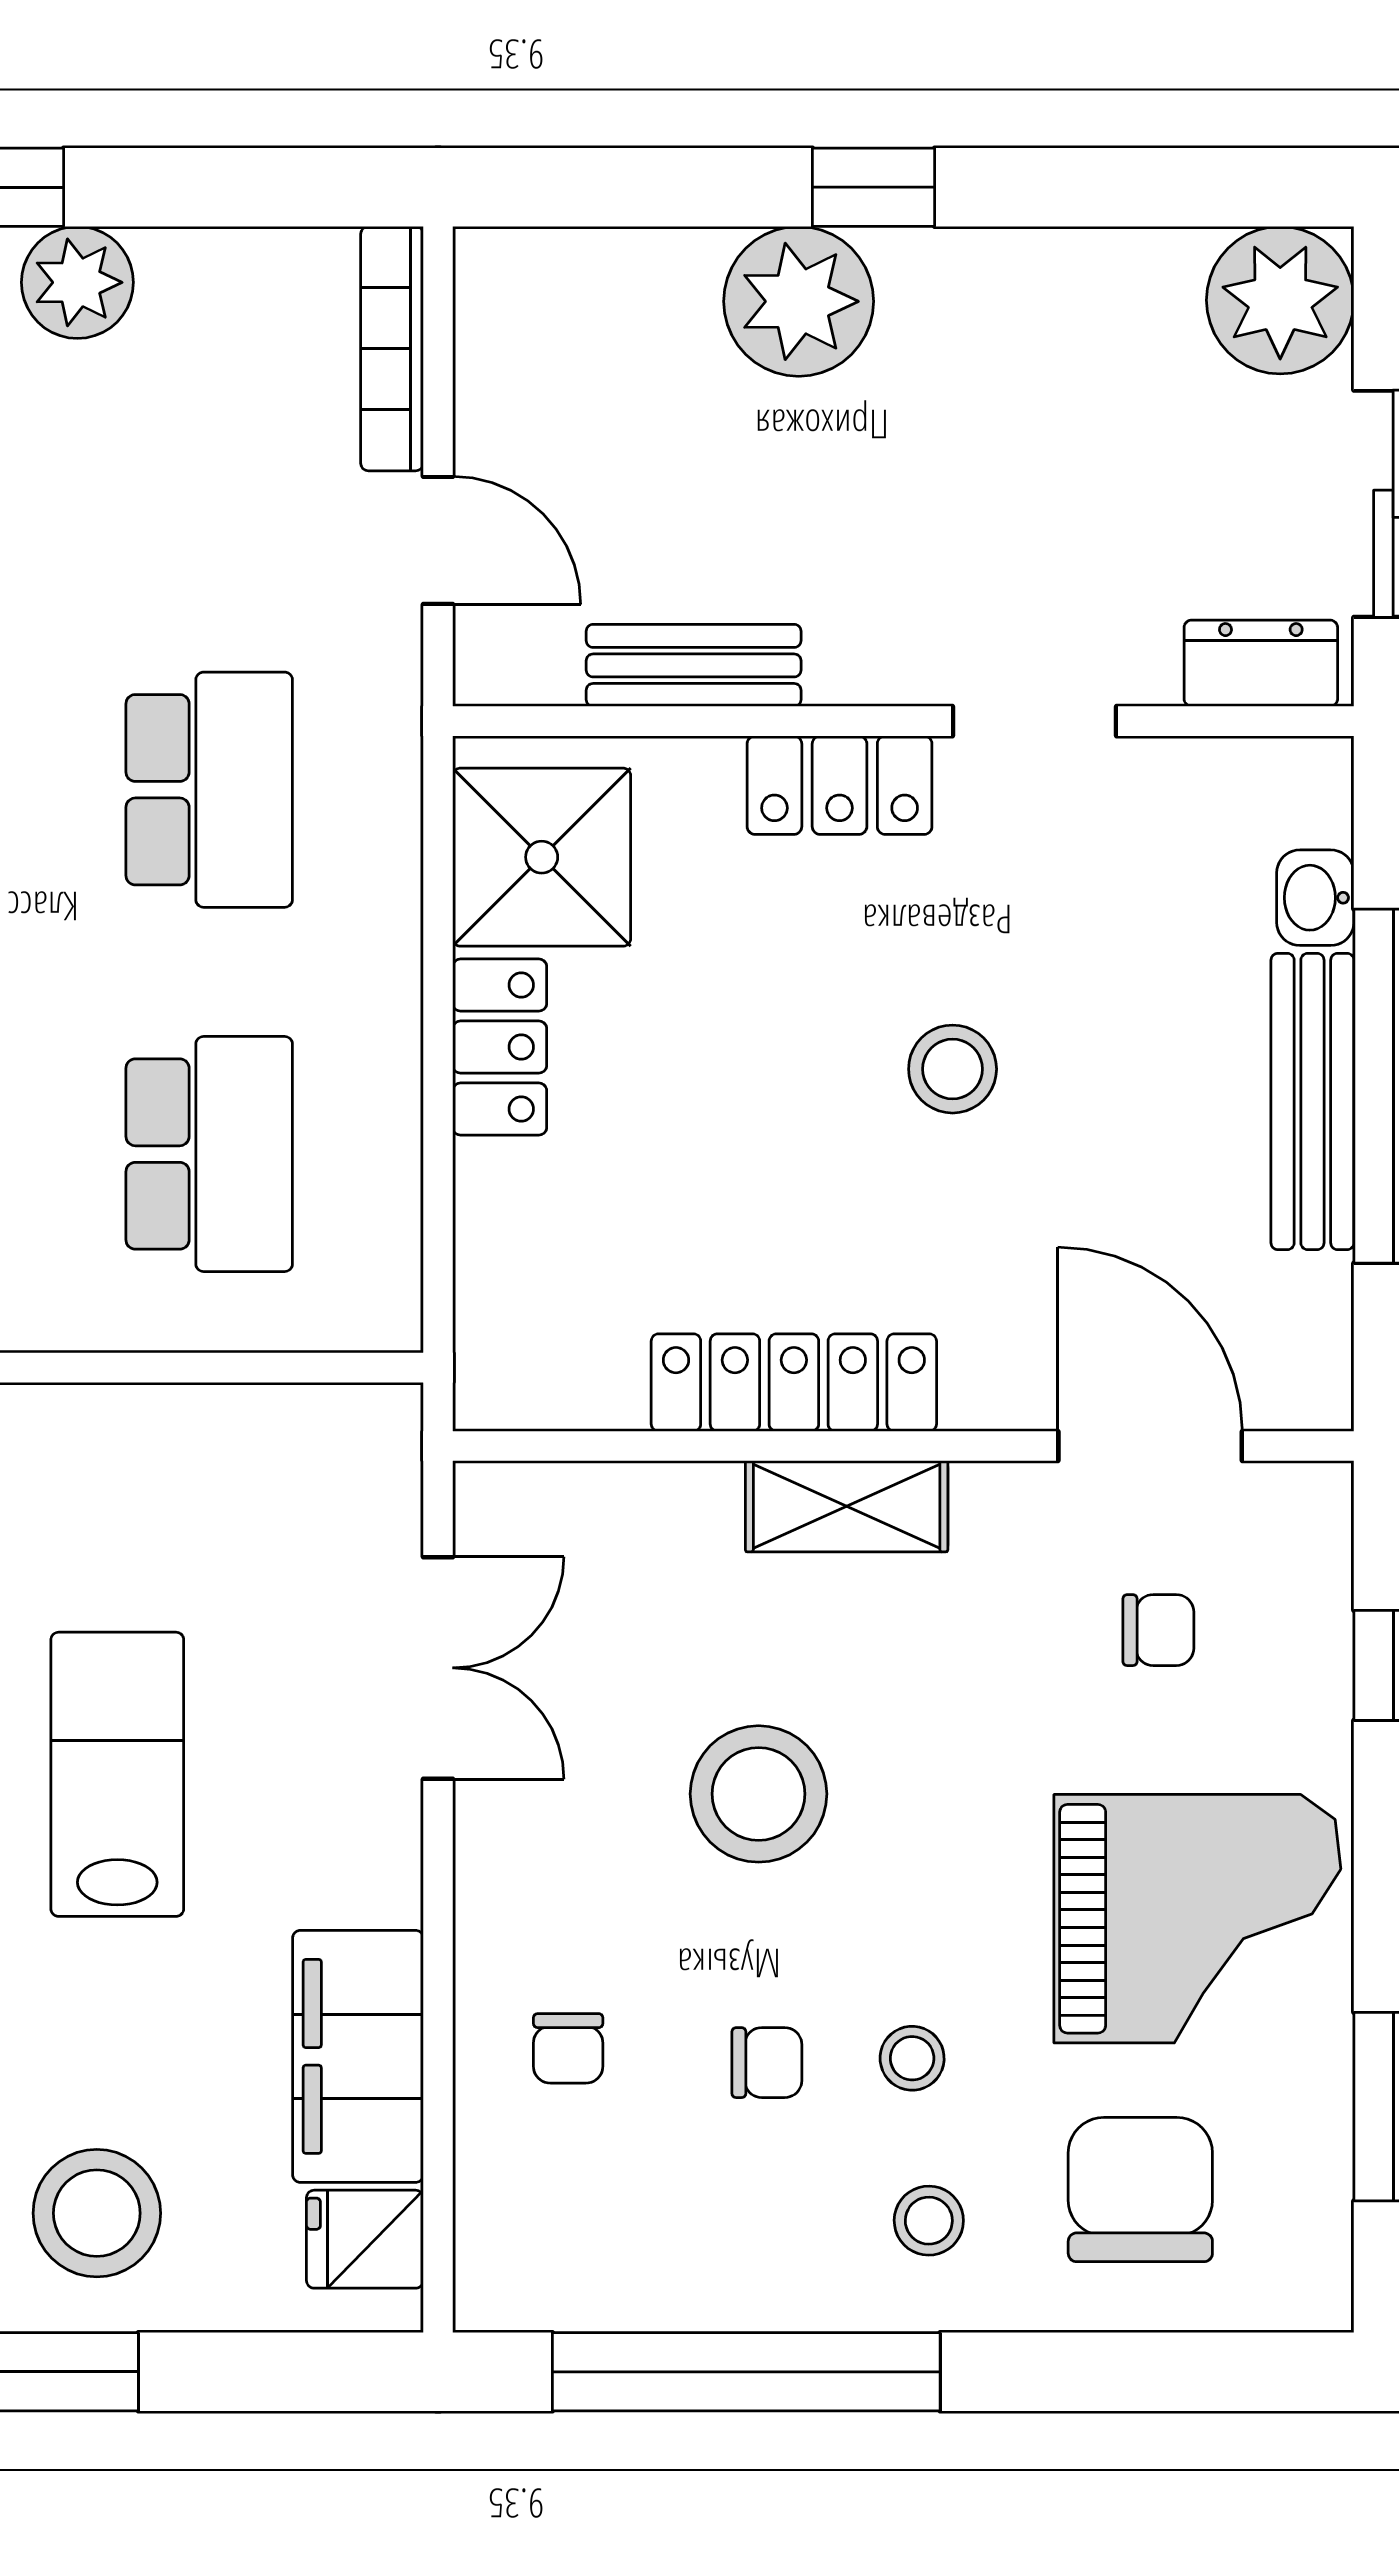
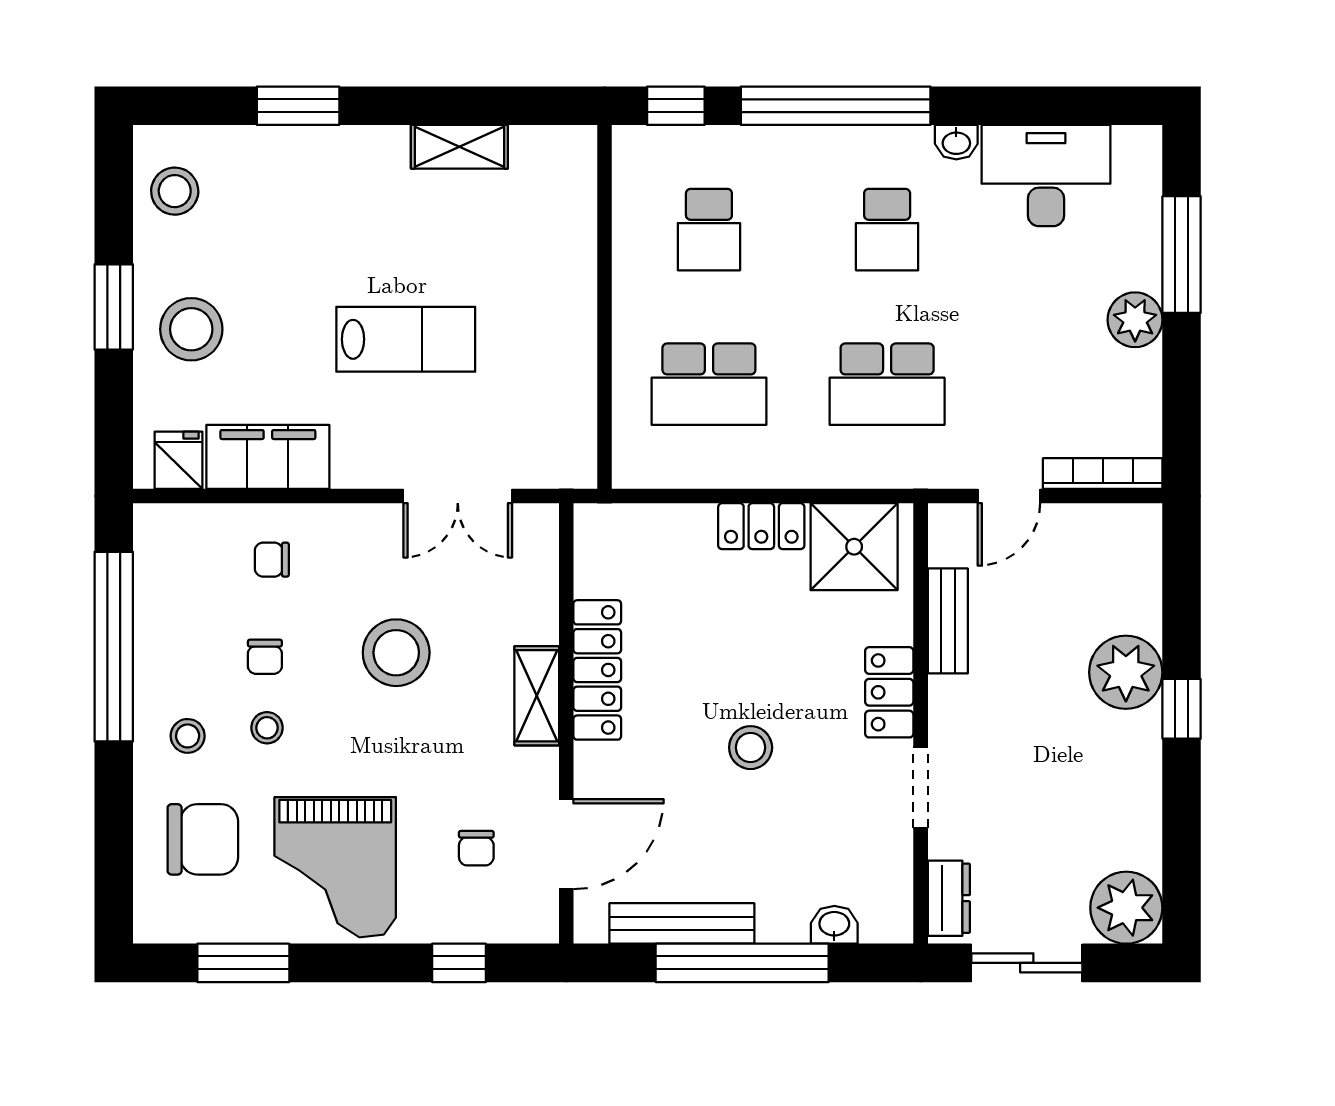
bench: (1312, 1101) -> (682, 923), moved

